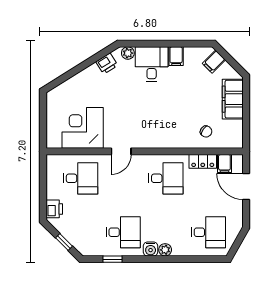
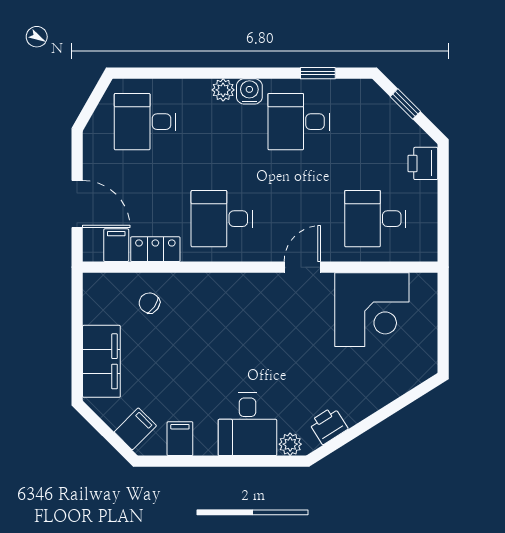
filing cabinet: (176, 56) -> (180, 439), moved

